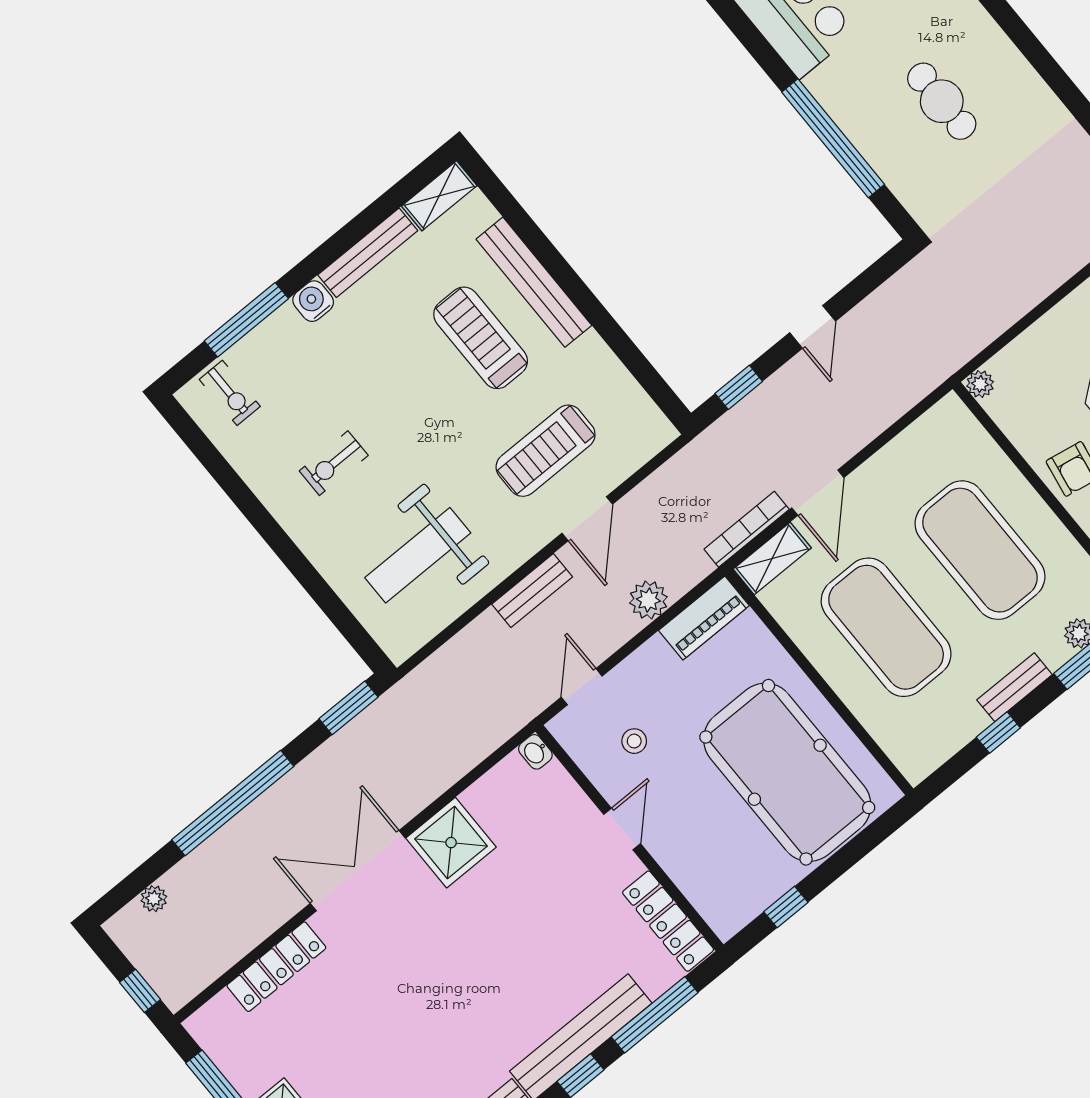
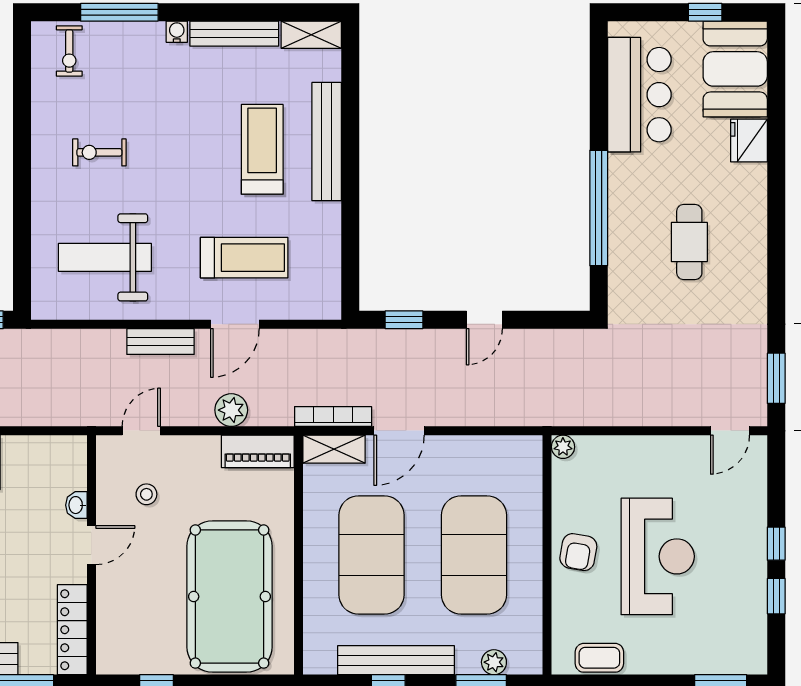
water cooler: (313, 301) -> (177, 32), width x0.72, depth x0.72
treadmill: (546, 451) -> (244, 258), turned 180
bench: (1015, 687) -> (396, 660), width x1.86, depth x1.21
washbasin: (535, 752) -> (76, 505), moved

